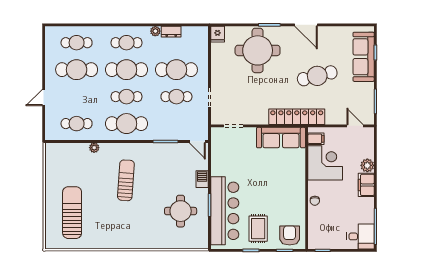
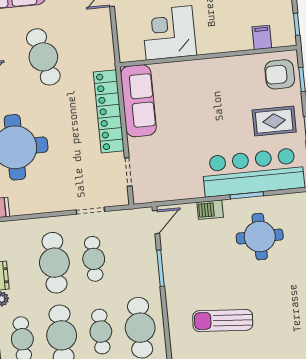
locker: (297, 117) -> (109, 111), moved
filing cabinet: (316, 139) -> (262, 37), moved
chair: (315, 201) -> (226, 43), removed

